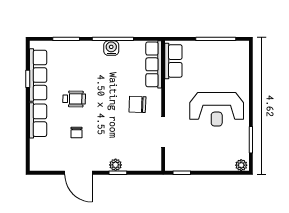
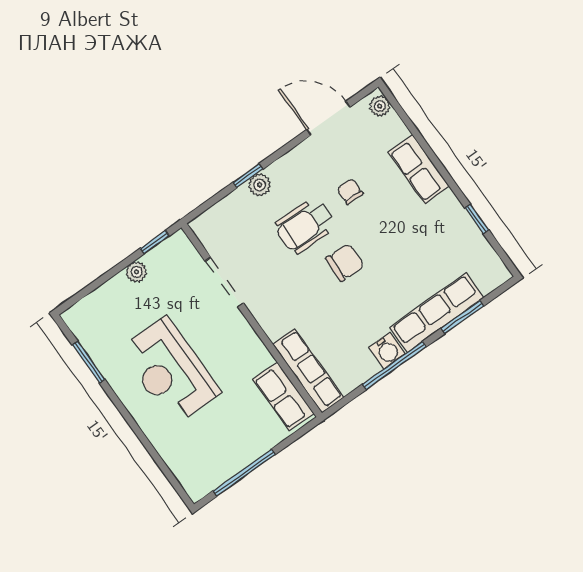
row of seats: (38, 75) -> (437, 313), moved, turned 90
wheelchair: (74, 99) -> (305, 226), moved, width x1.36, depth x1.37
chair: (137, 104) -> (345, 262), moved
reception desk: (217, 109) -> (170, 371), turned -90
plant: (35, 162) -> (380, 106), added
plant: (241, 165) -> (137, 272), moved
door: (78, 173) -> (328, 118), moved

